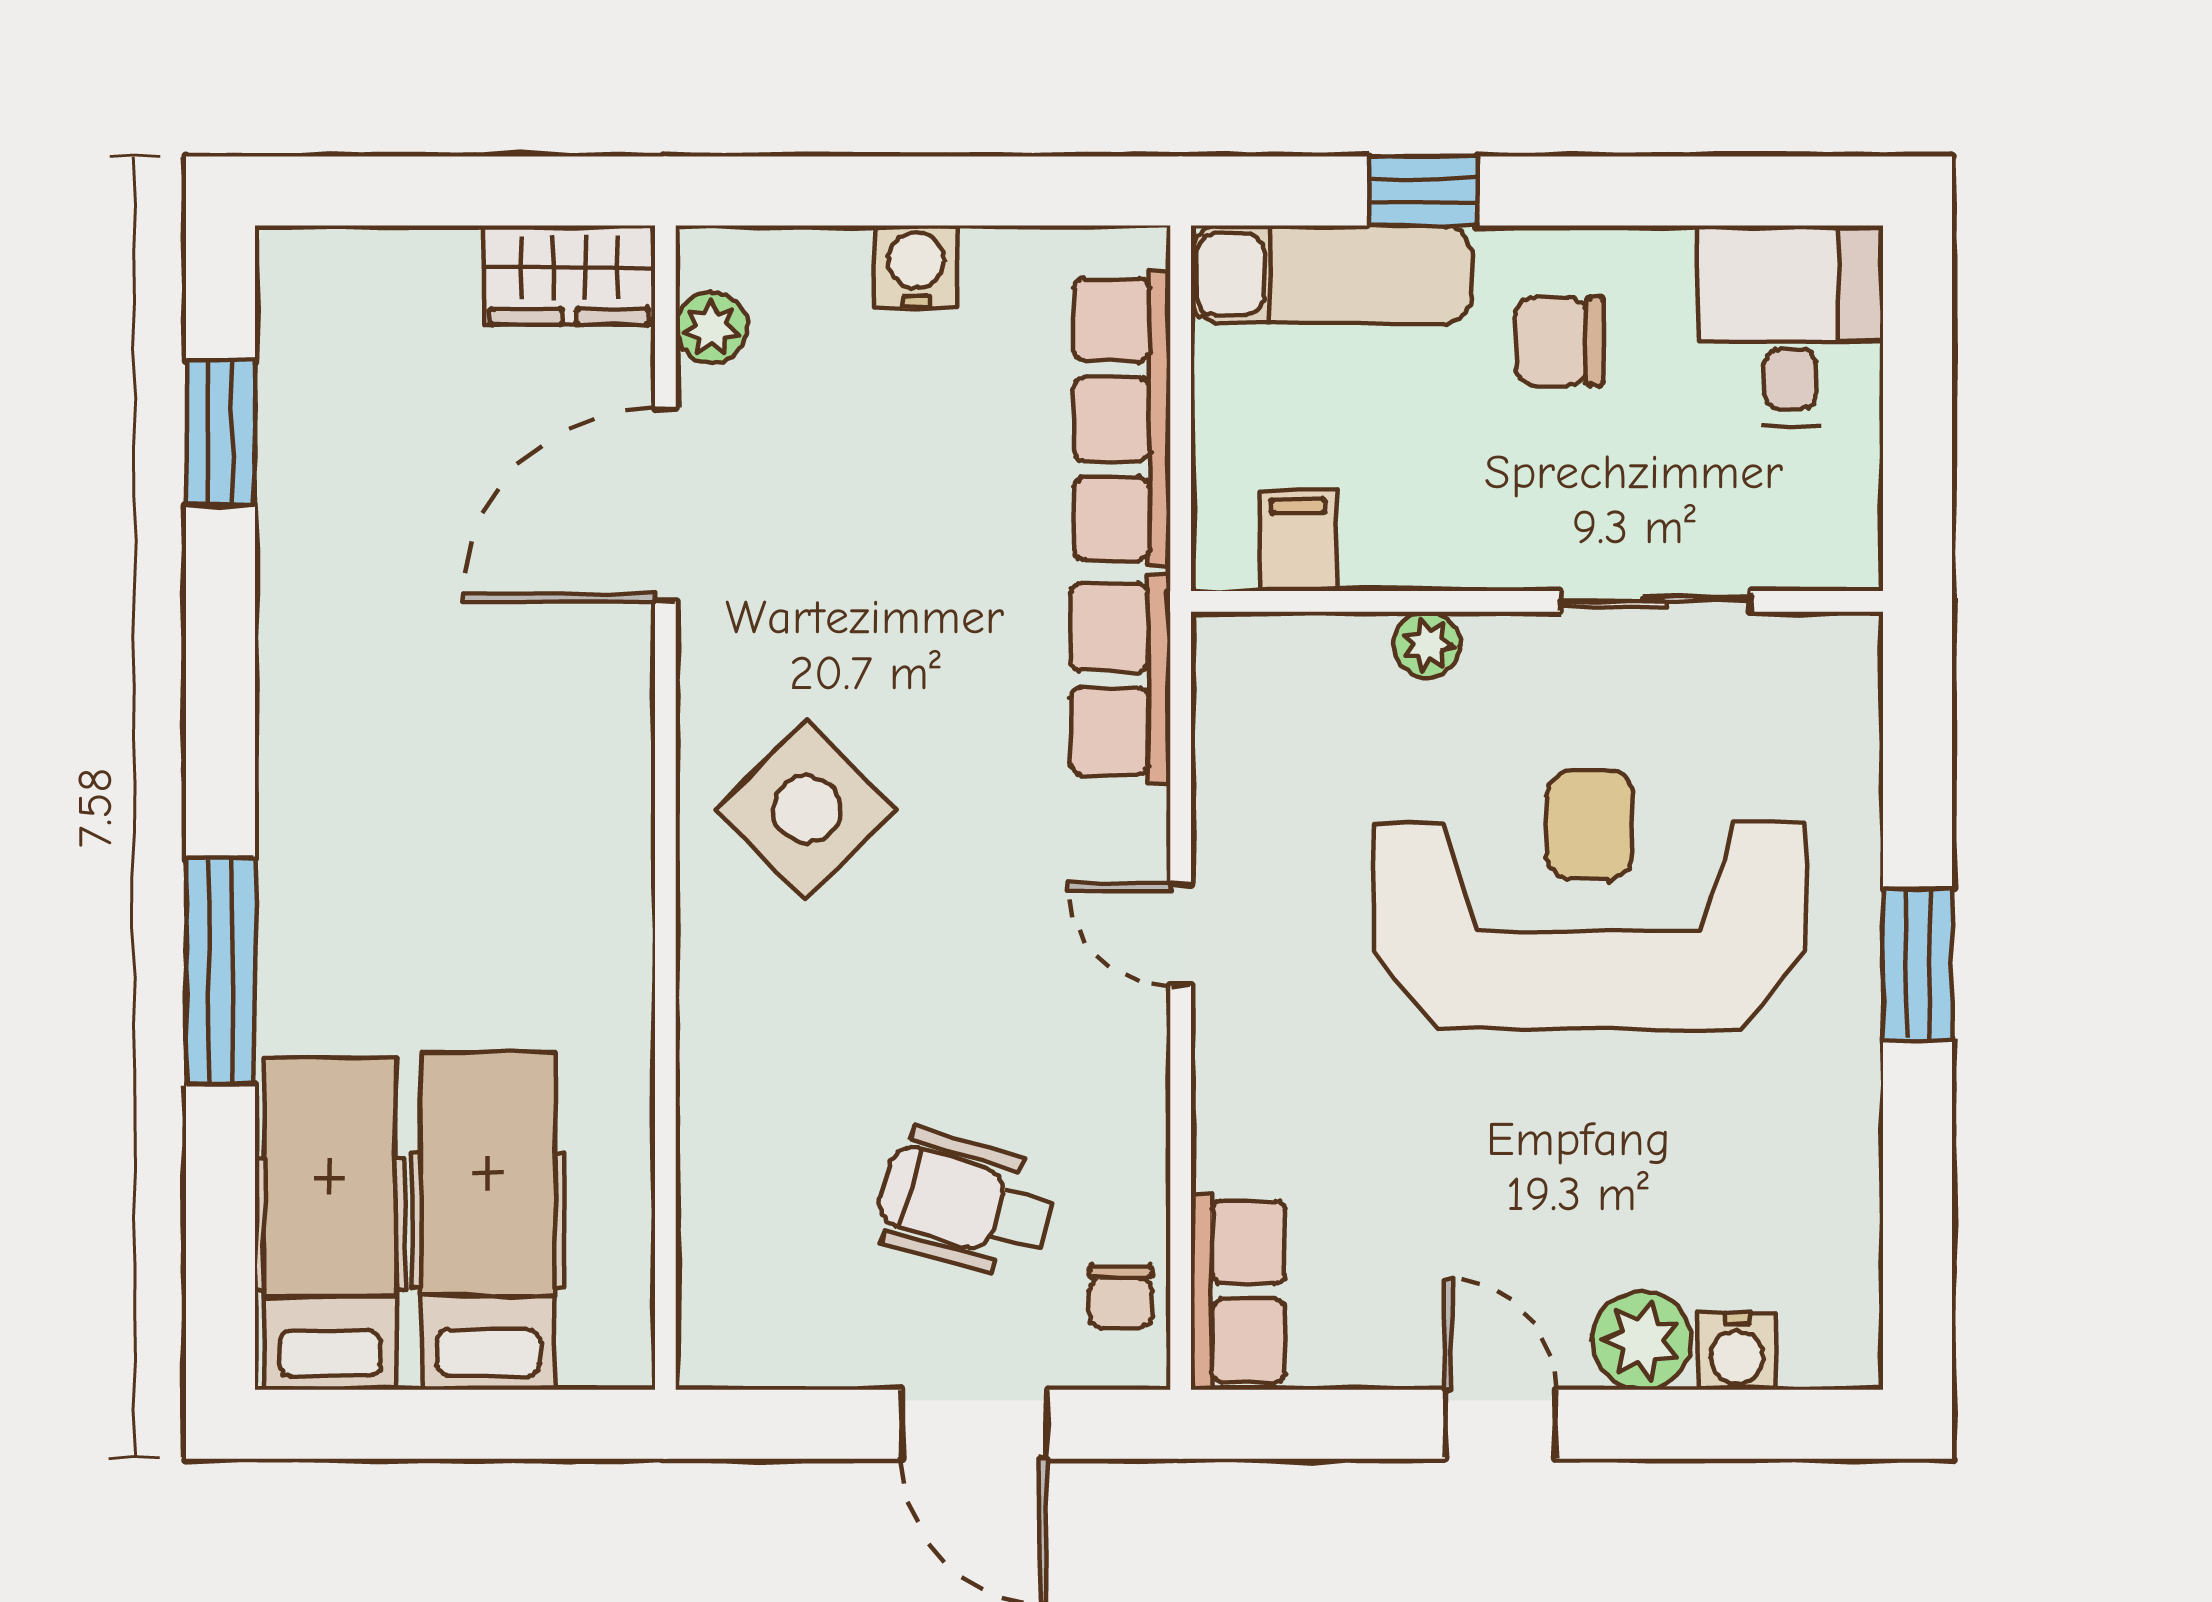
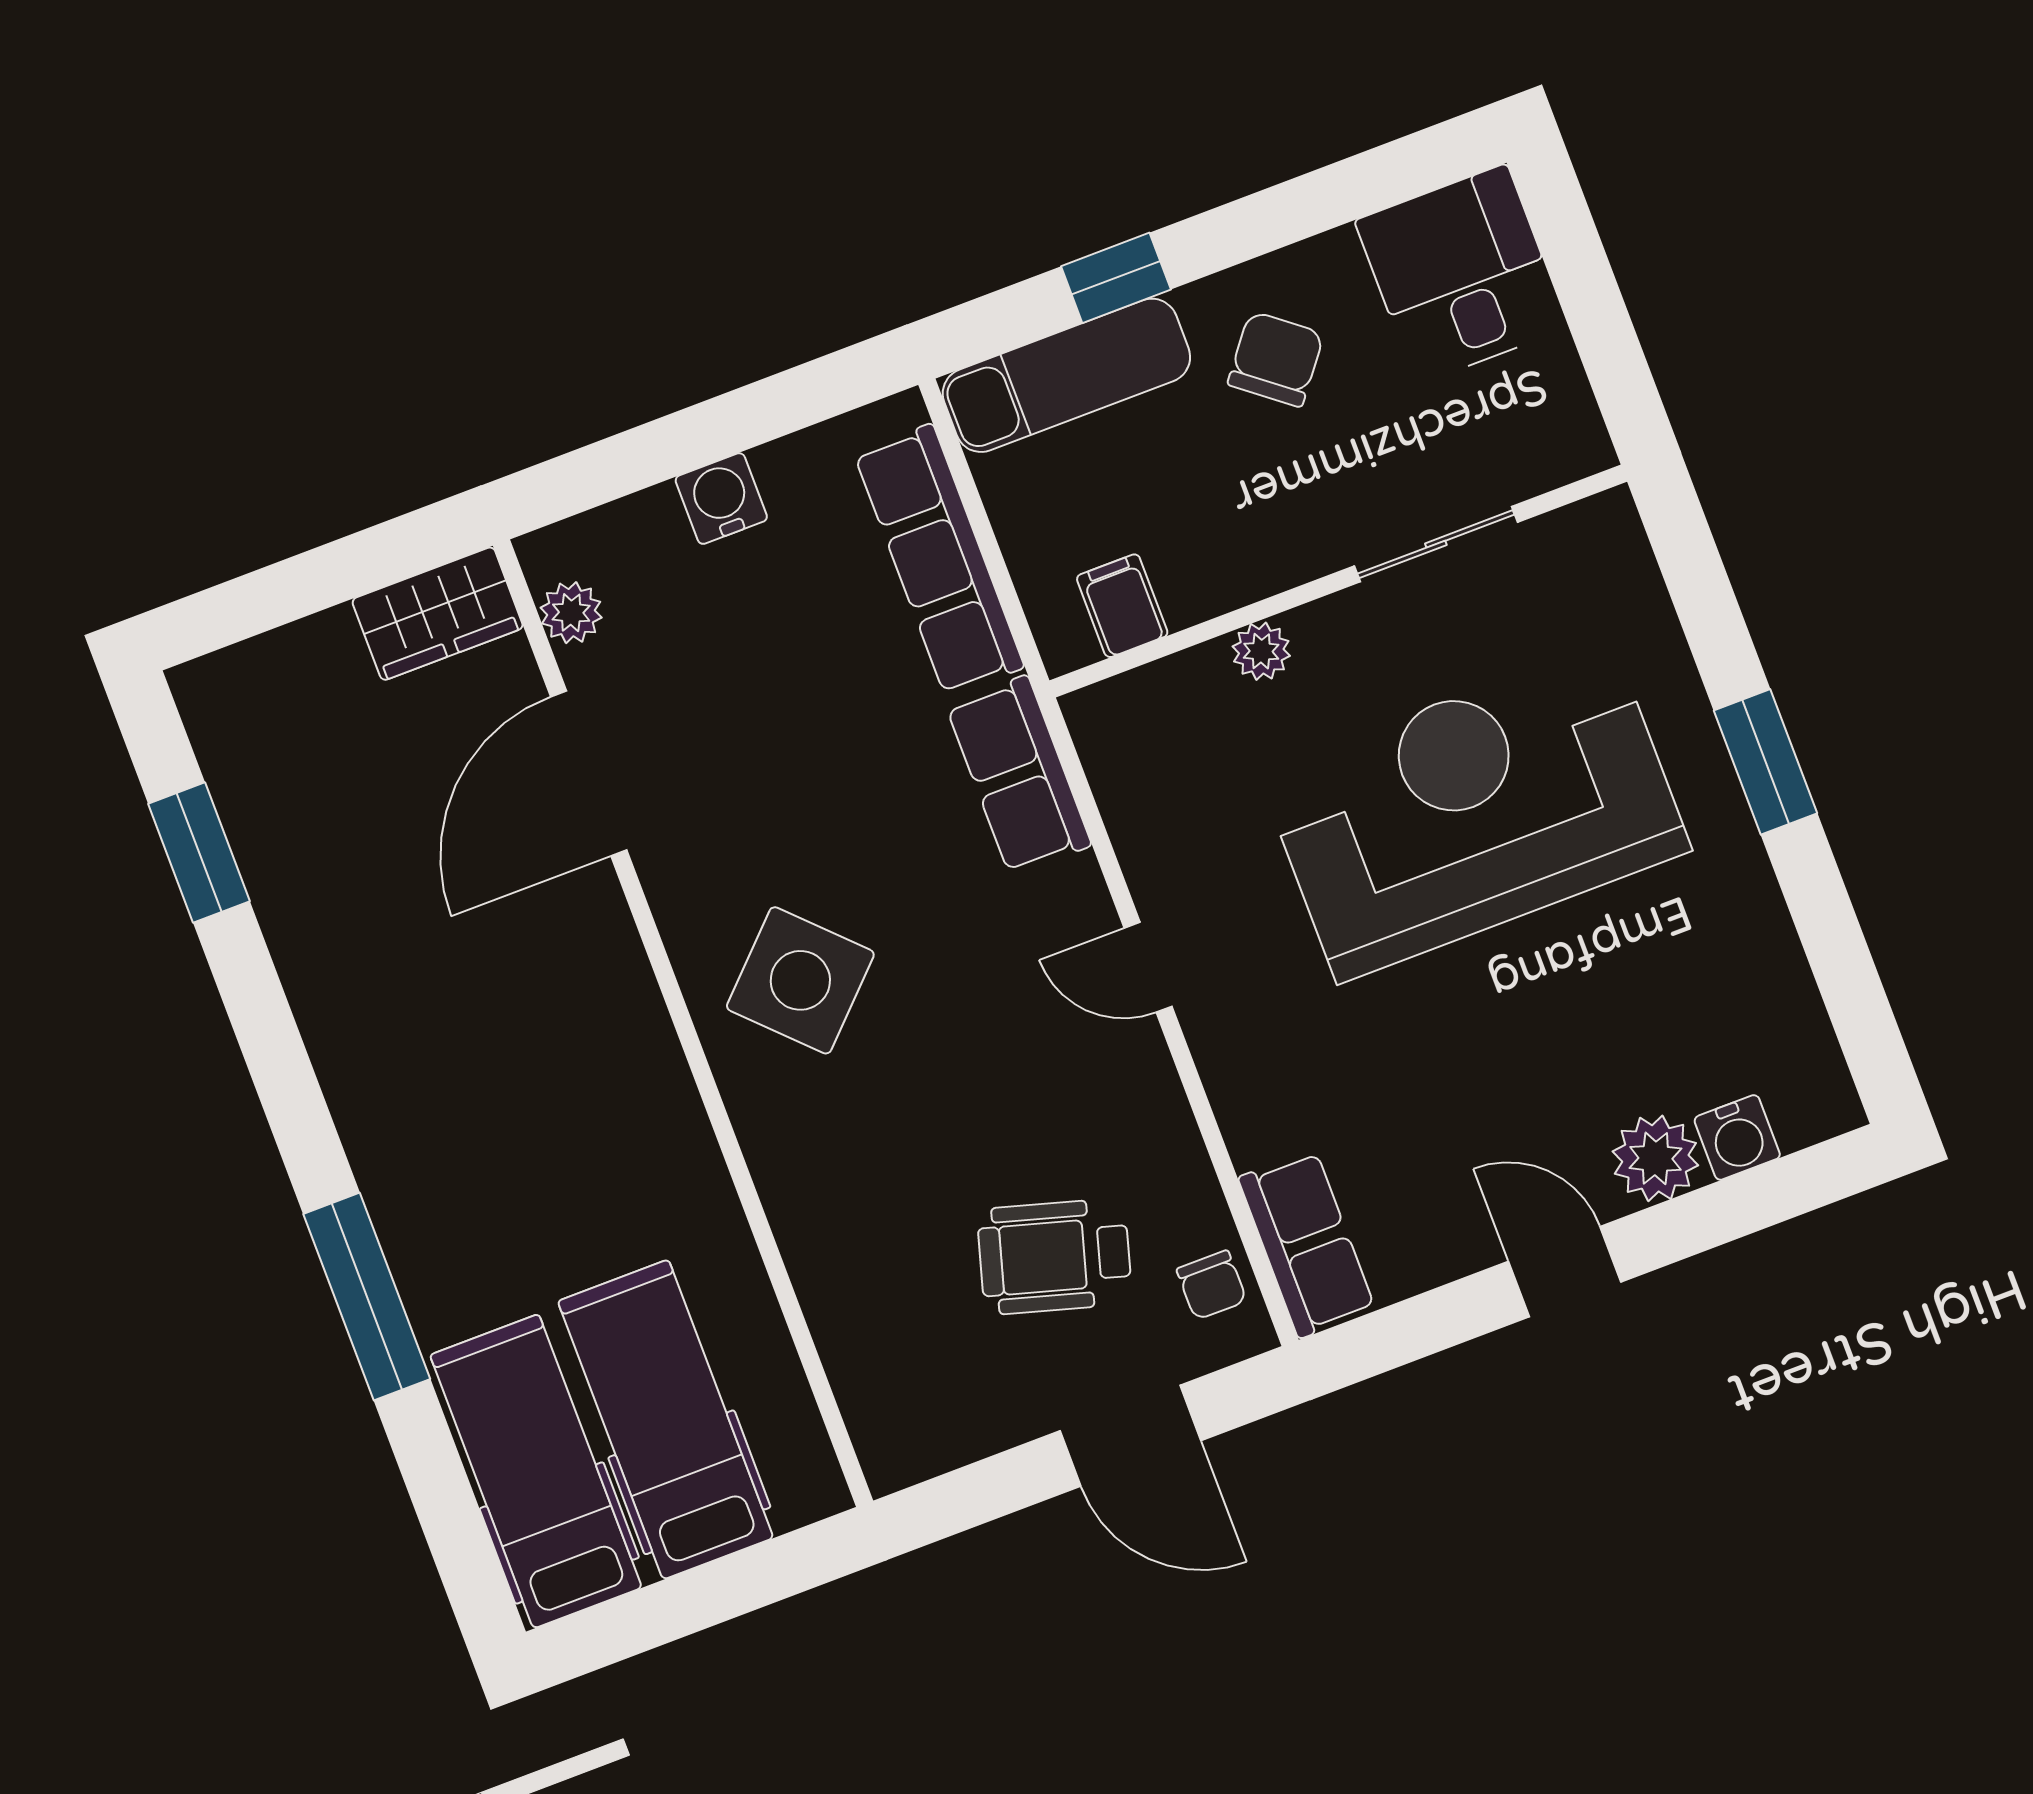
chair: (1560, 341) -> (1276, 359), turned 128

